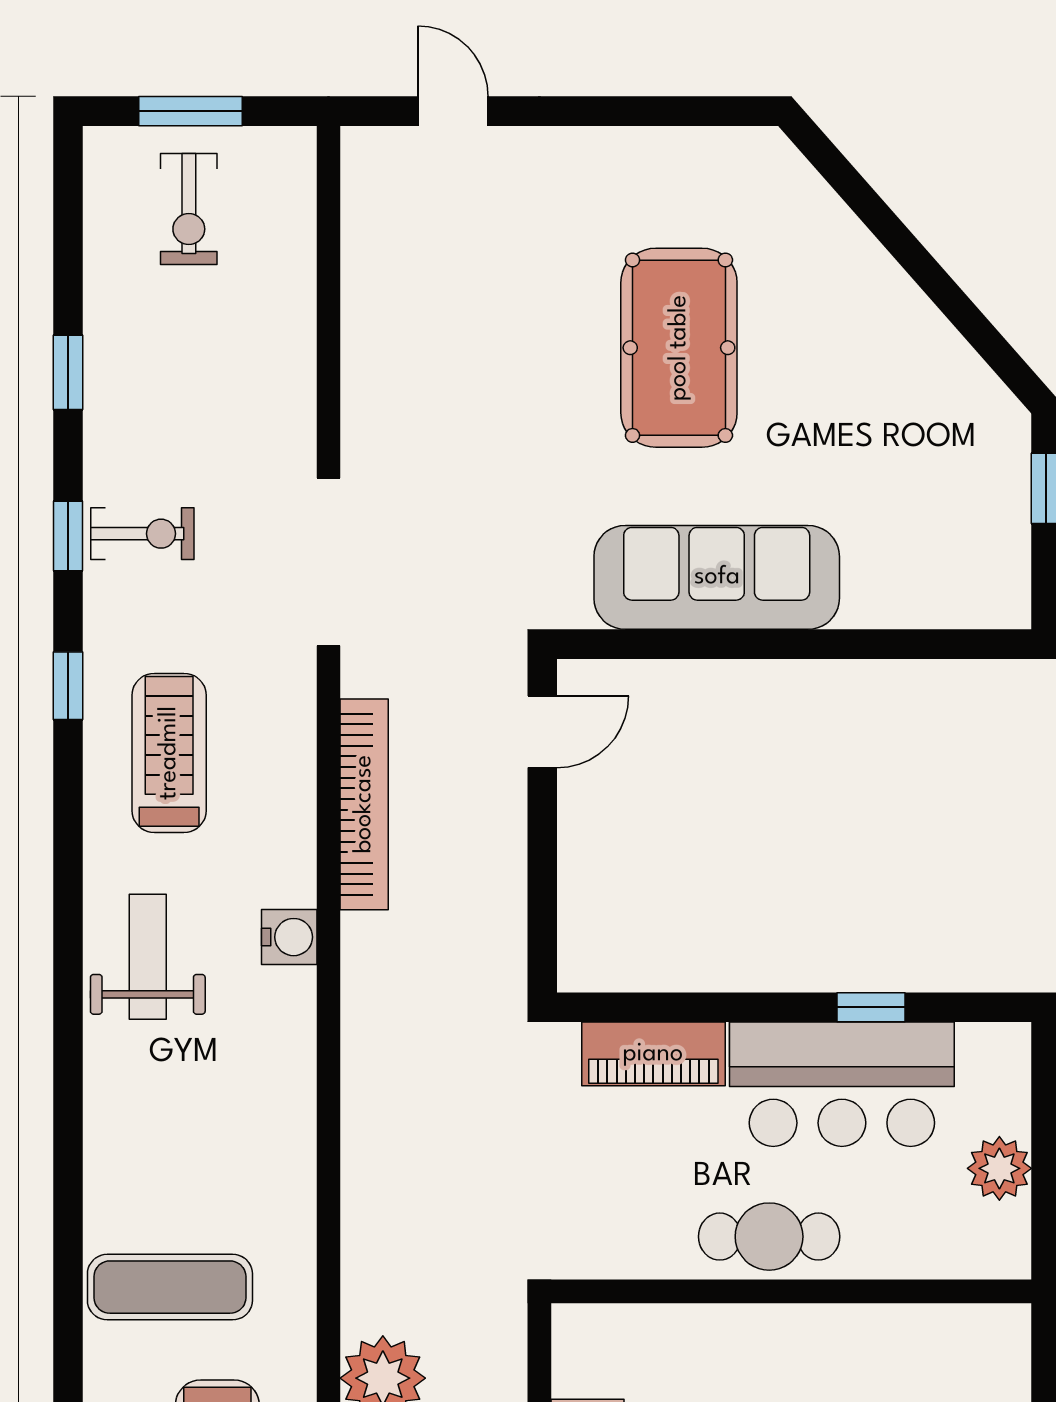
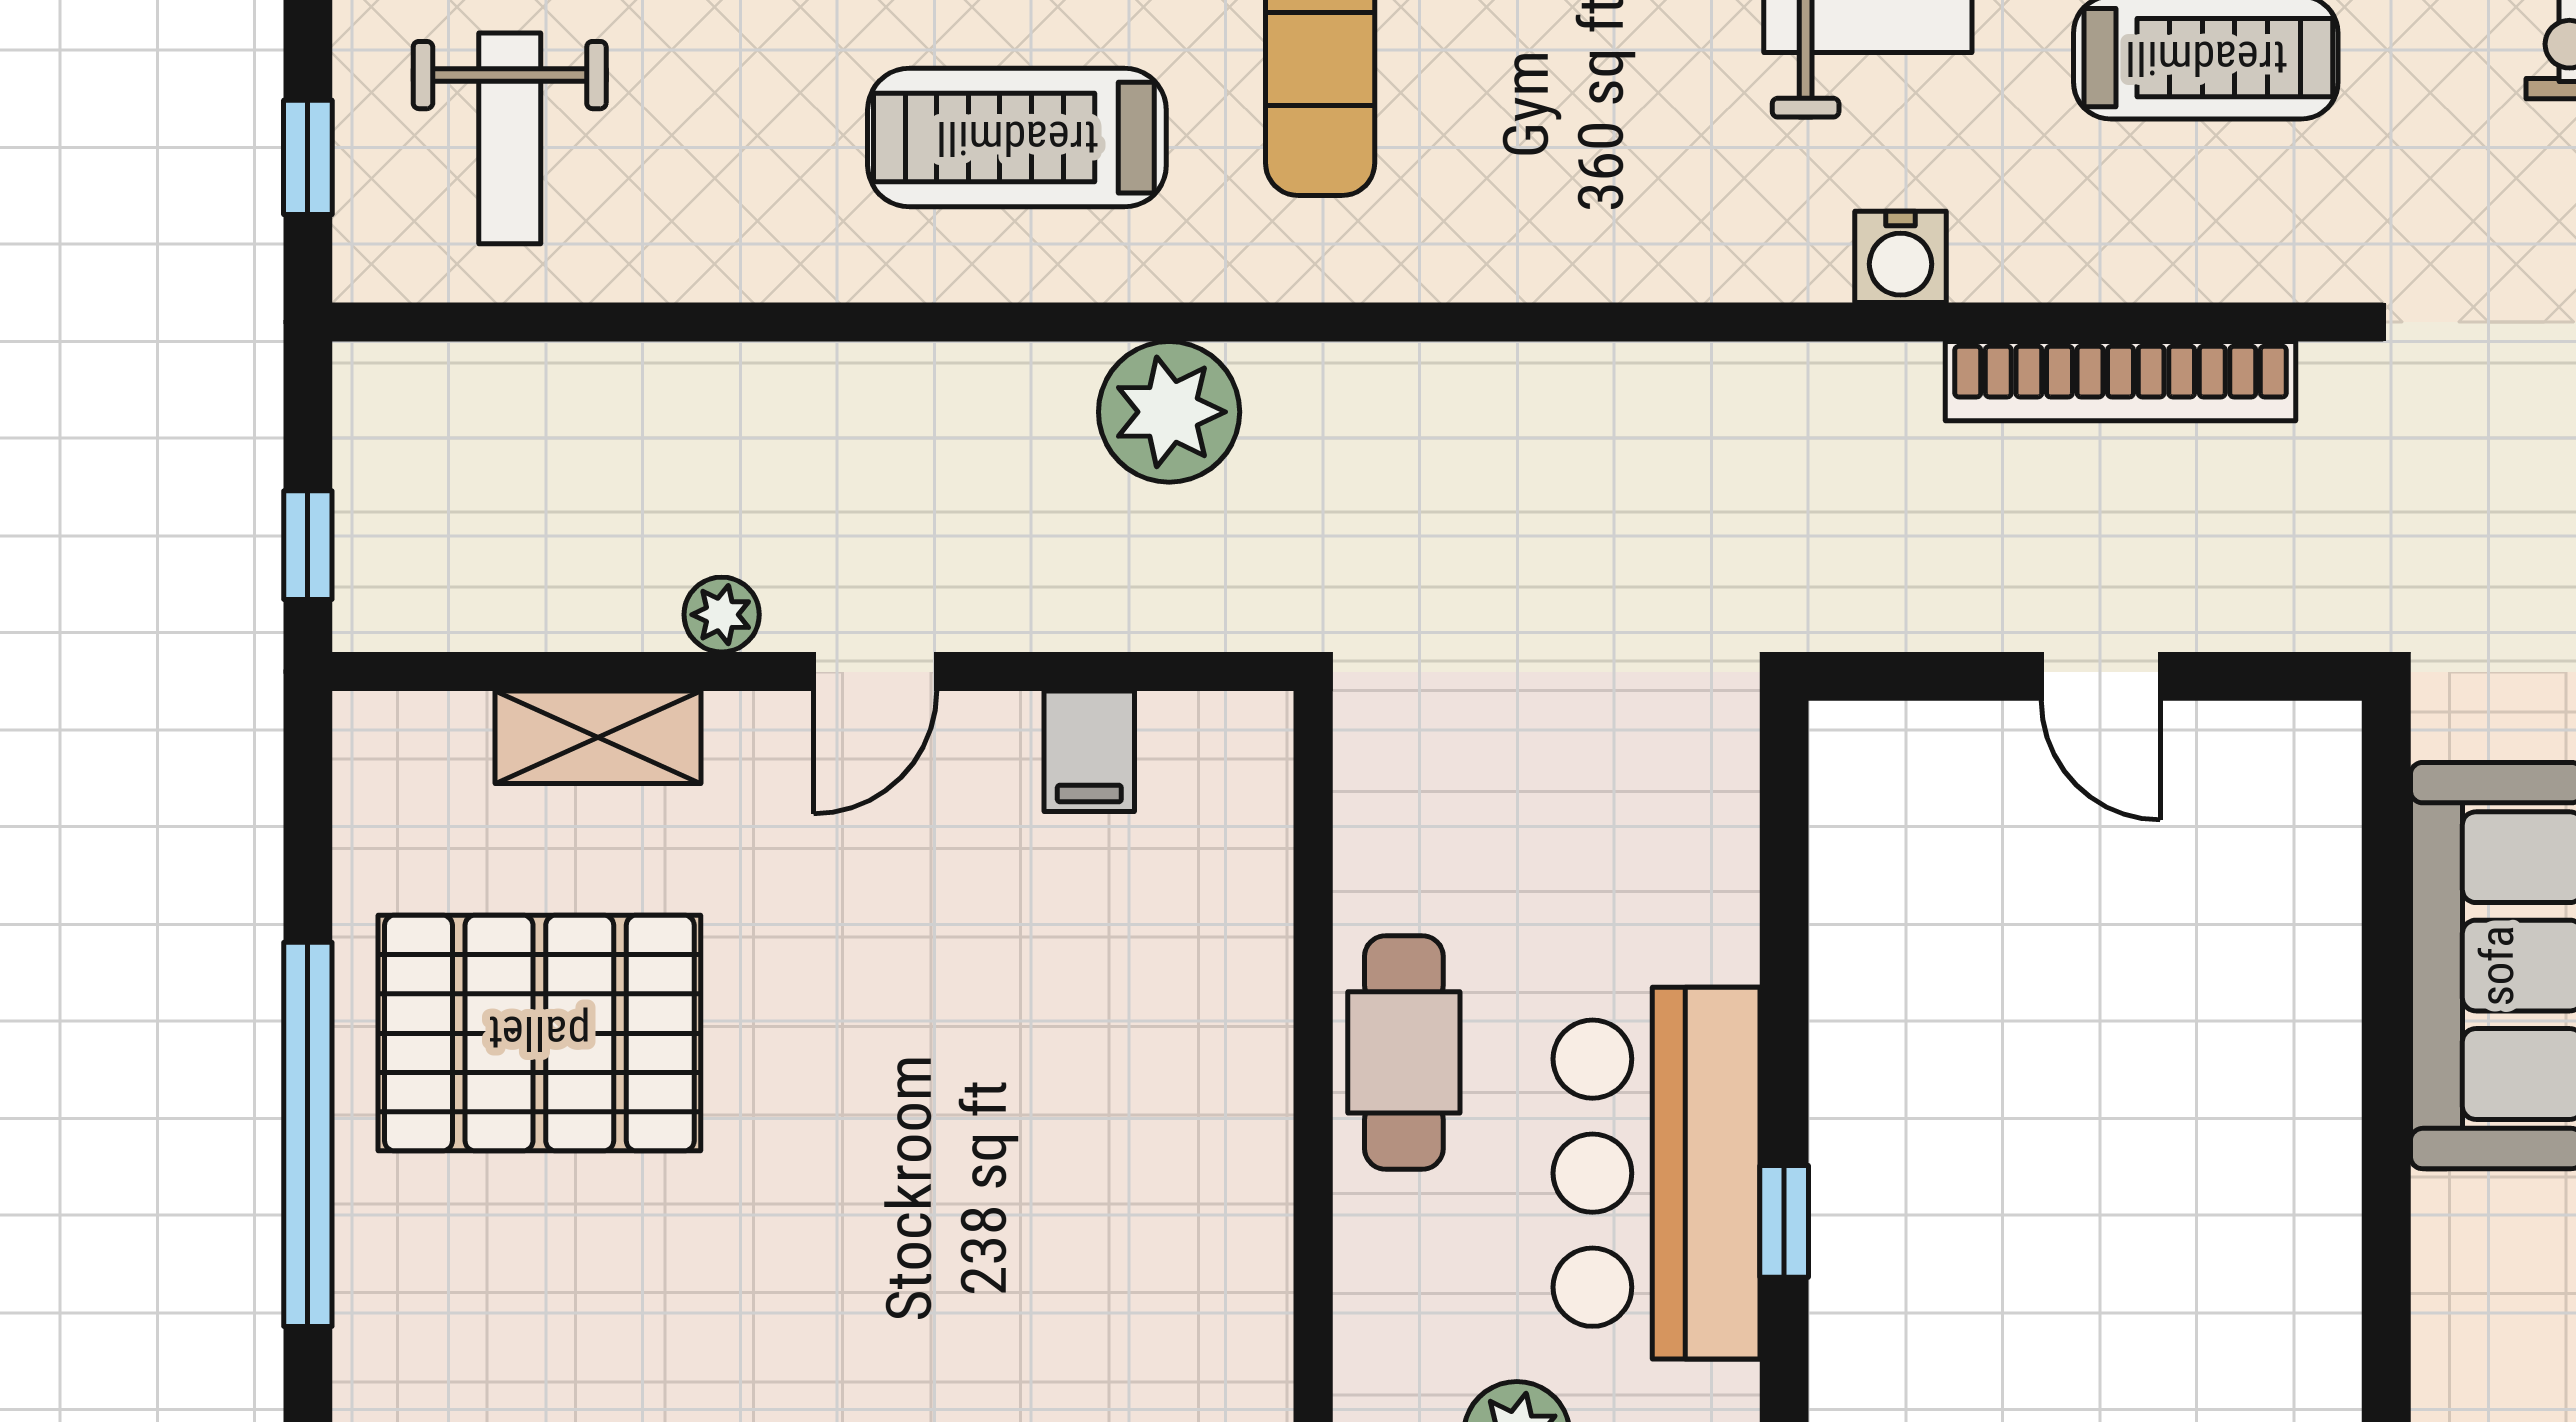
door: (542, 732) -> (2101, 676), moved
piano: (653, 1054) -> (1707, 861), removed

